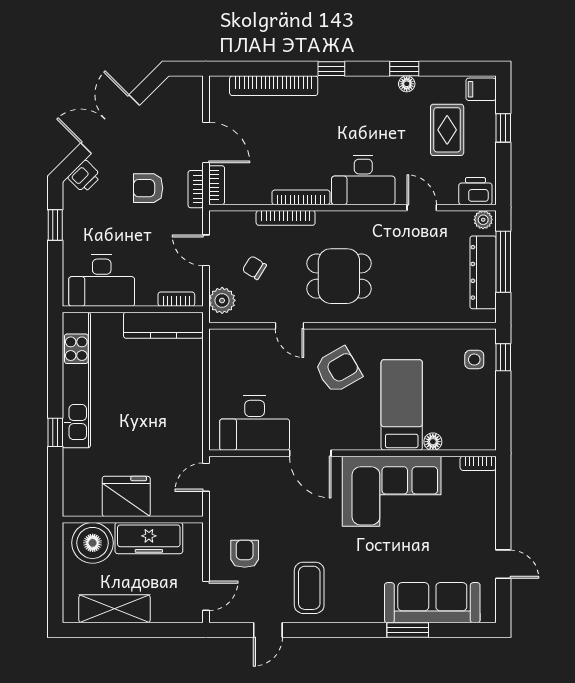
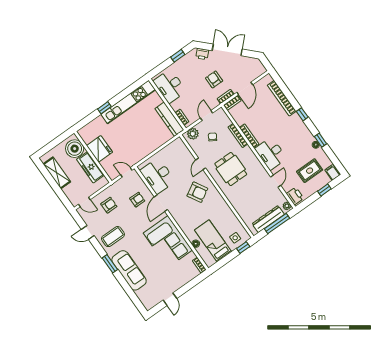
bed: (402, 405) -> (213, 241), moved, turned -90
armchair: (272, 493) -> (137, 200), added
sofa: (432, 603) -> (129, 270), moved
window: (408, 630) -> (110, 264), moved

